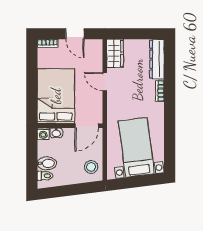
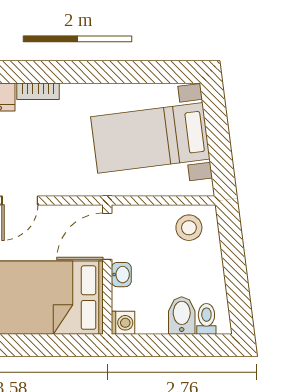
door: (87, 126) -> (107, 236), swing flipped
washbasin: (56, 133) -> (121, 275), moved

